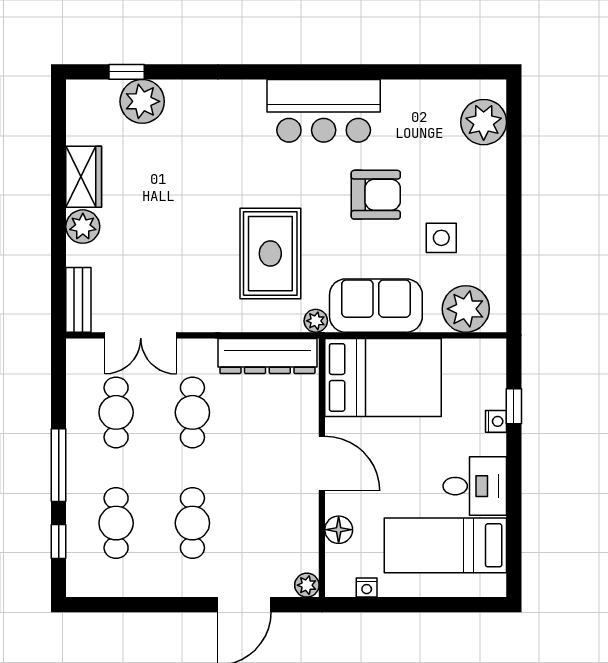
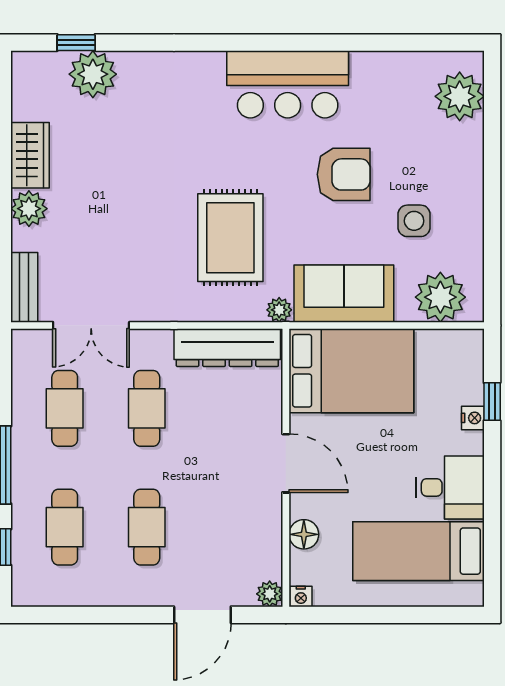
nightstand: (367, 588) -> (301, 596), moved

